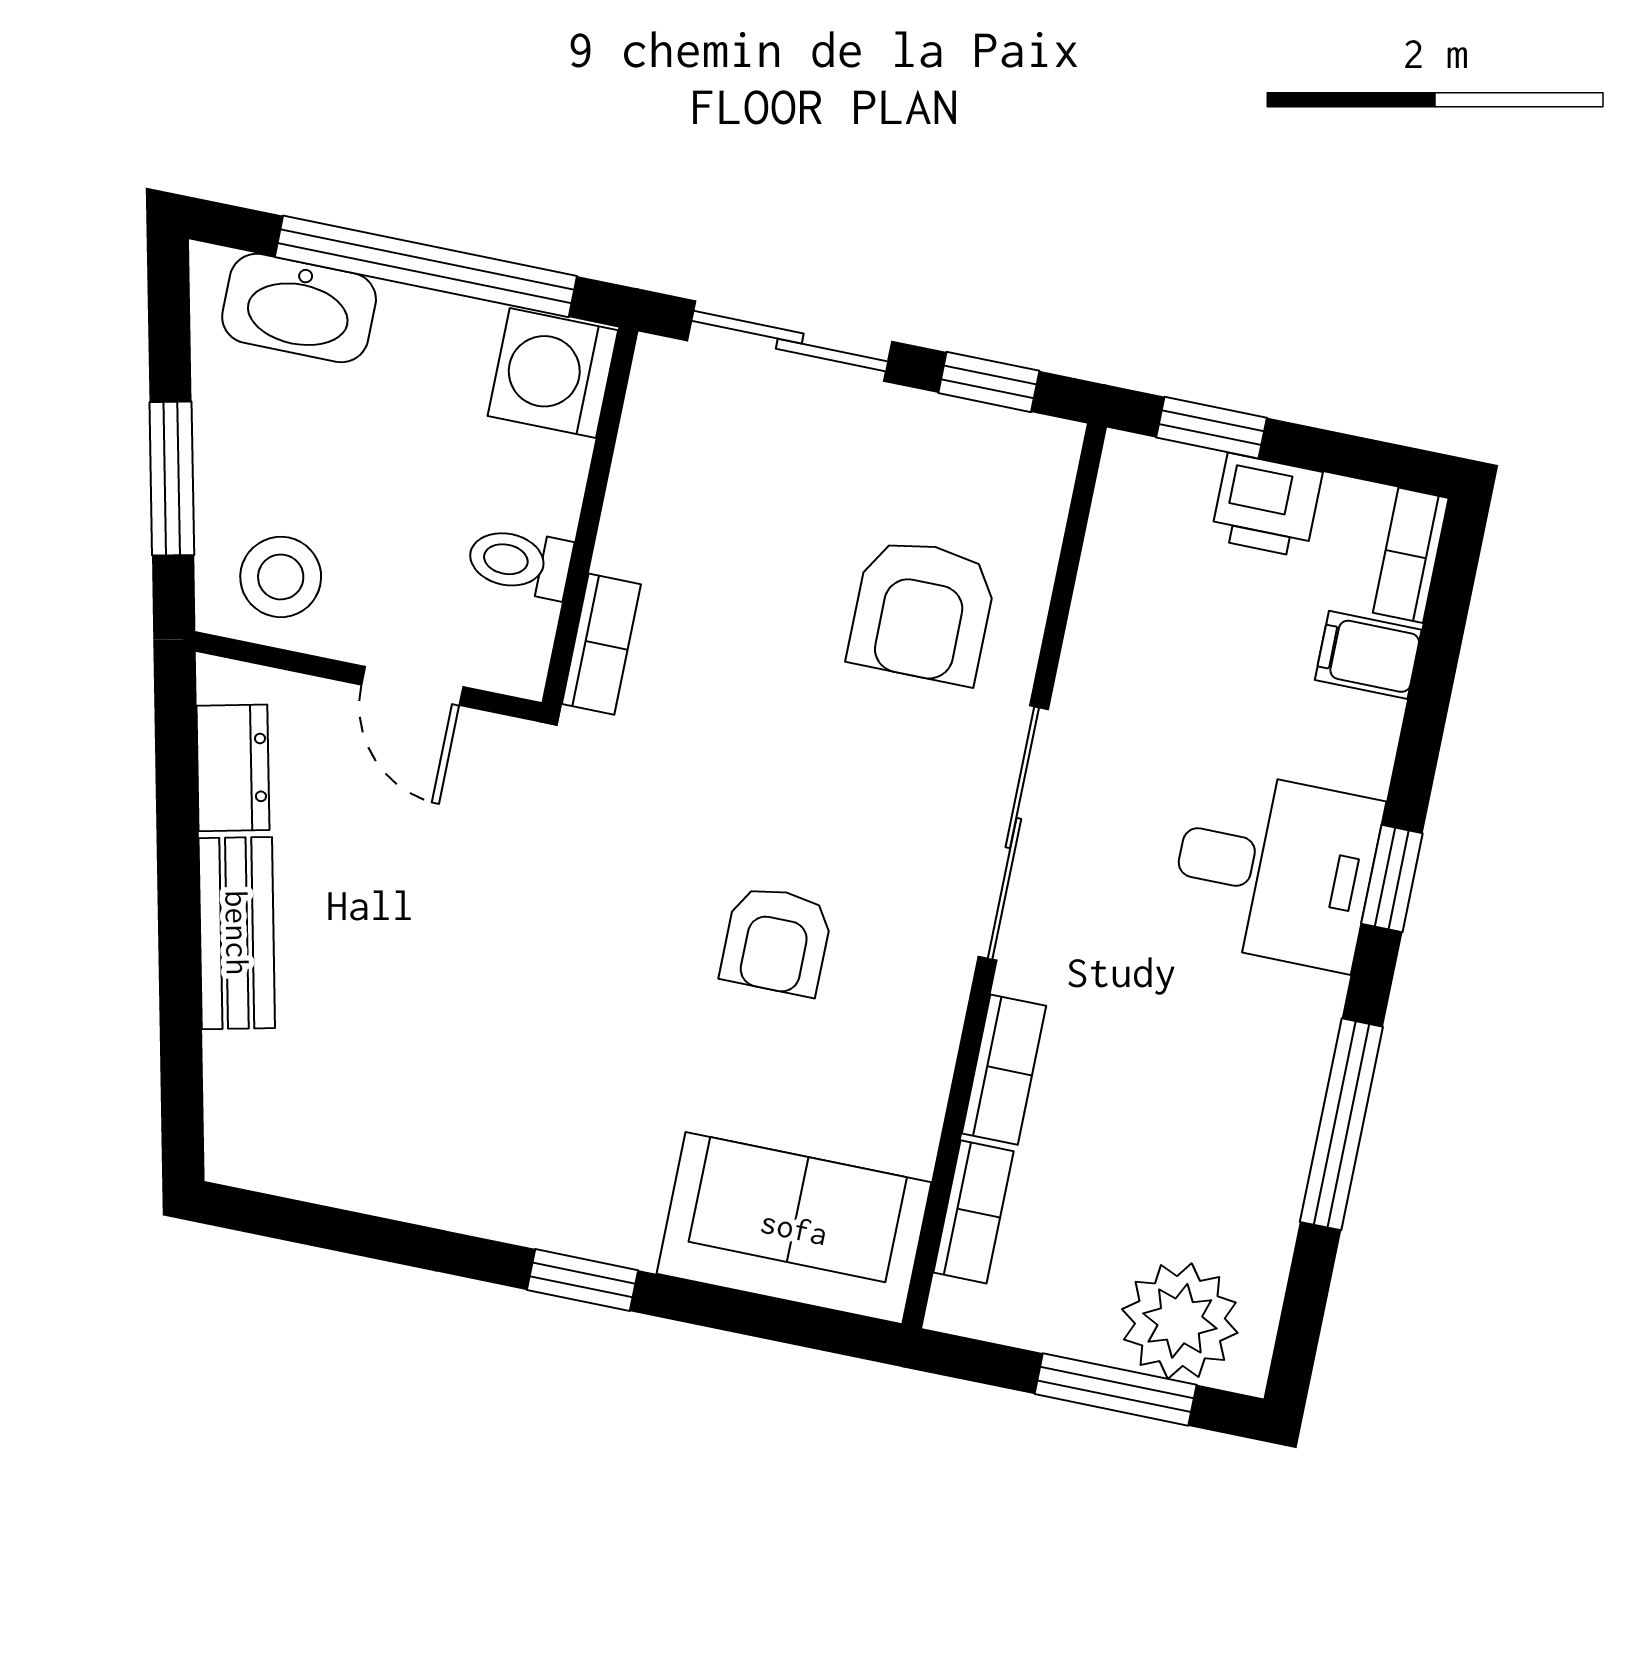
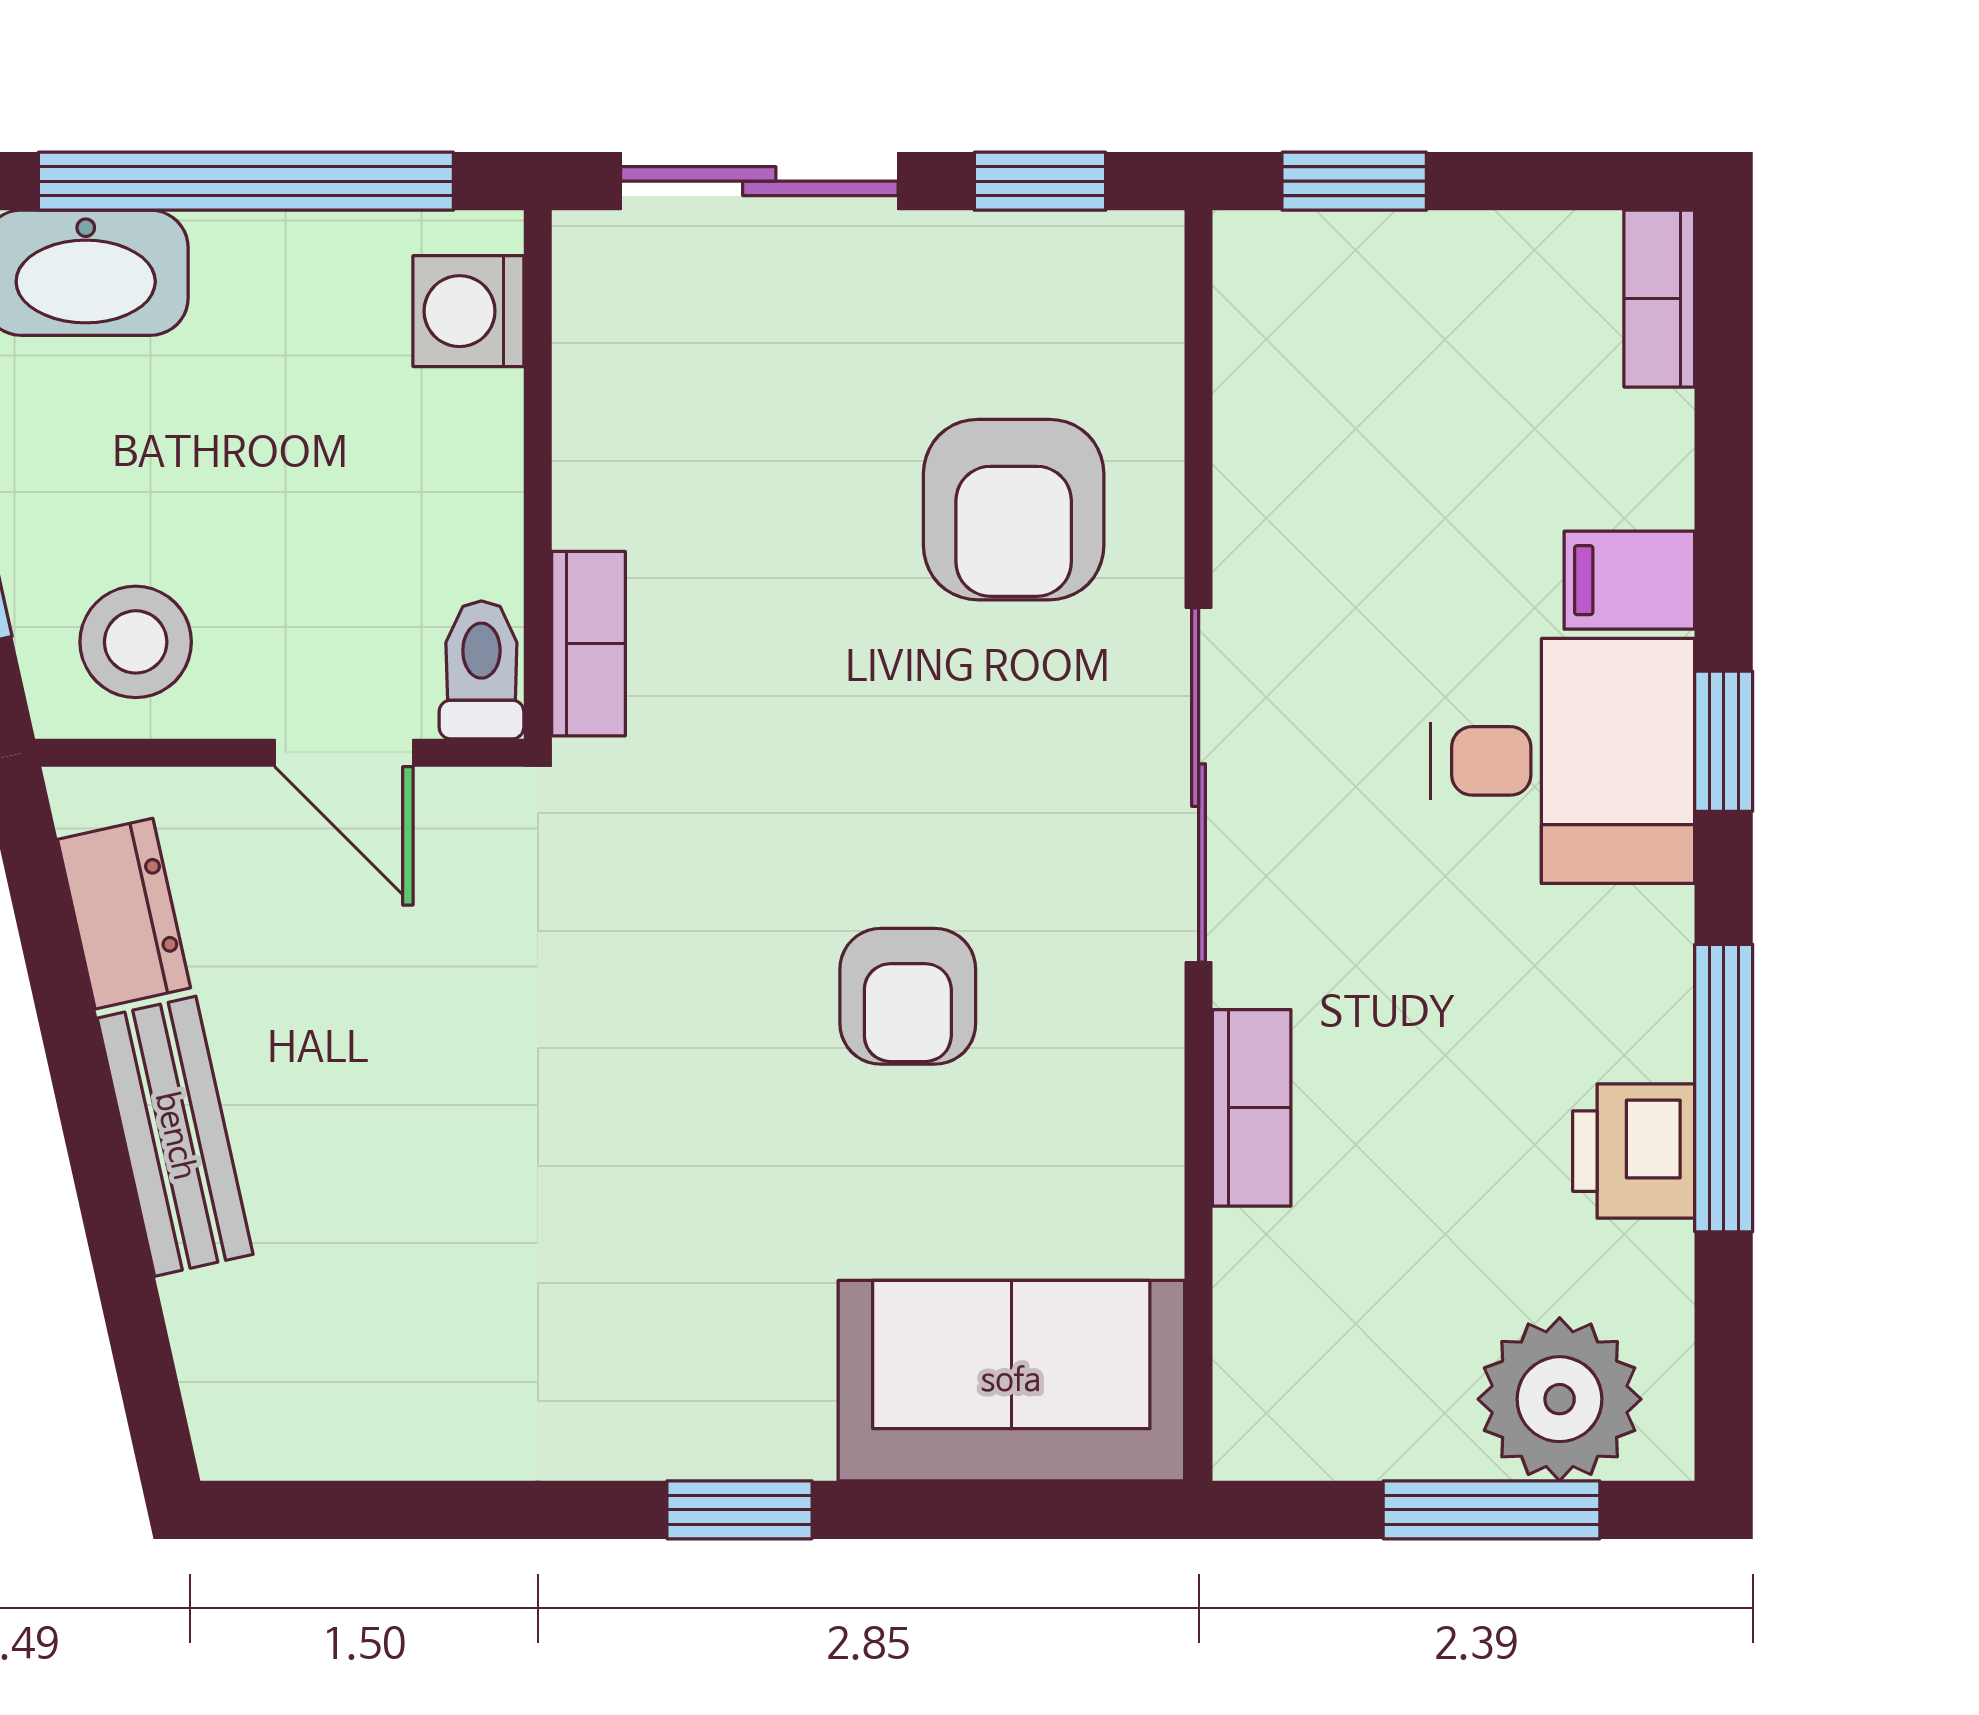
washing machine: (553, 373) -> (468, 311), width x0.73, depth x0.73
printer: (1266, 505) -> (1634, 1151), moved, turned 90
toilet: (520, 562) -> (481, 670), moved, turned 90
filing cabinet: (1368, 655) -> (1629, 580), moved
bookcase: (973, 1212) -> (1250, 1309), removed

